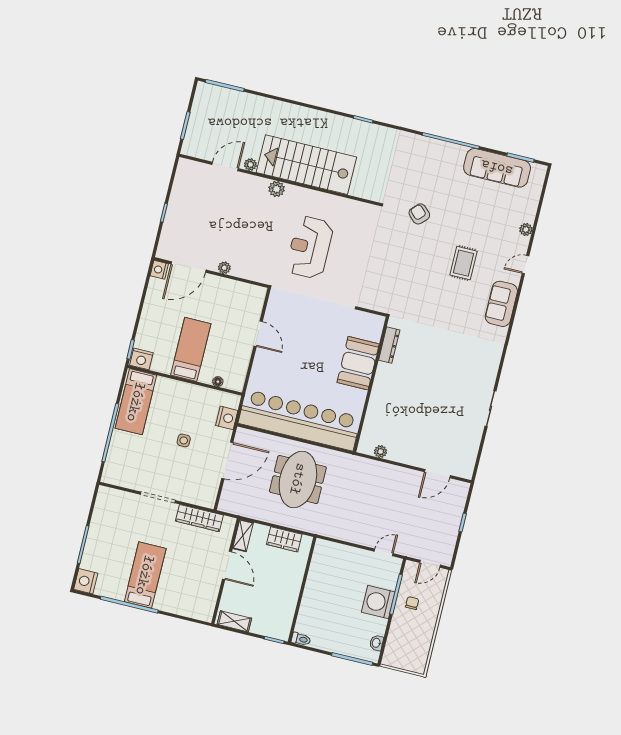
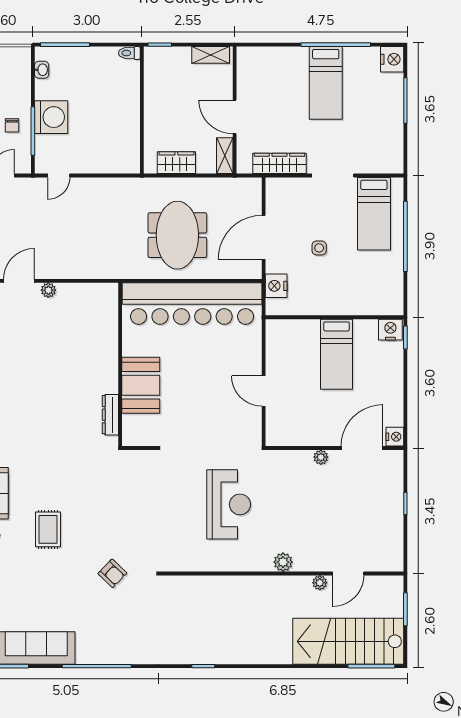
stairs: (306, 165) -> (348, 641), moved, turned 180
floor lamp: (218, 382) -> (296, 325), removed
bed: (136, 402) -> (374, 214), moved, turned 180
plant: (381, 452) -> (48, 290), moved

